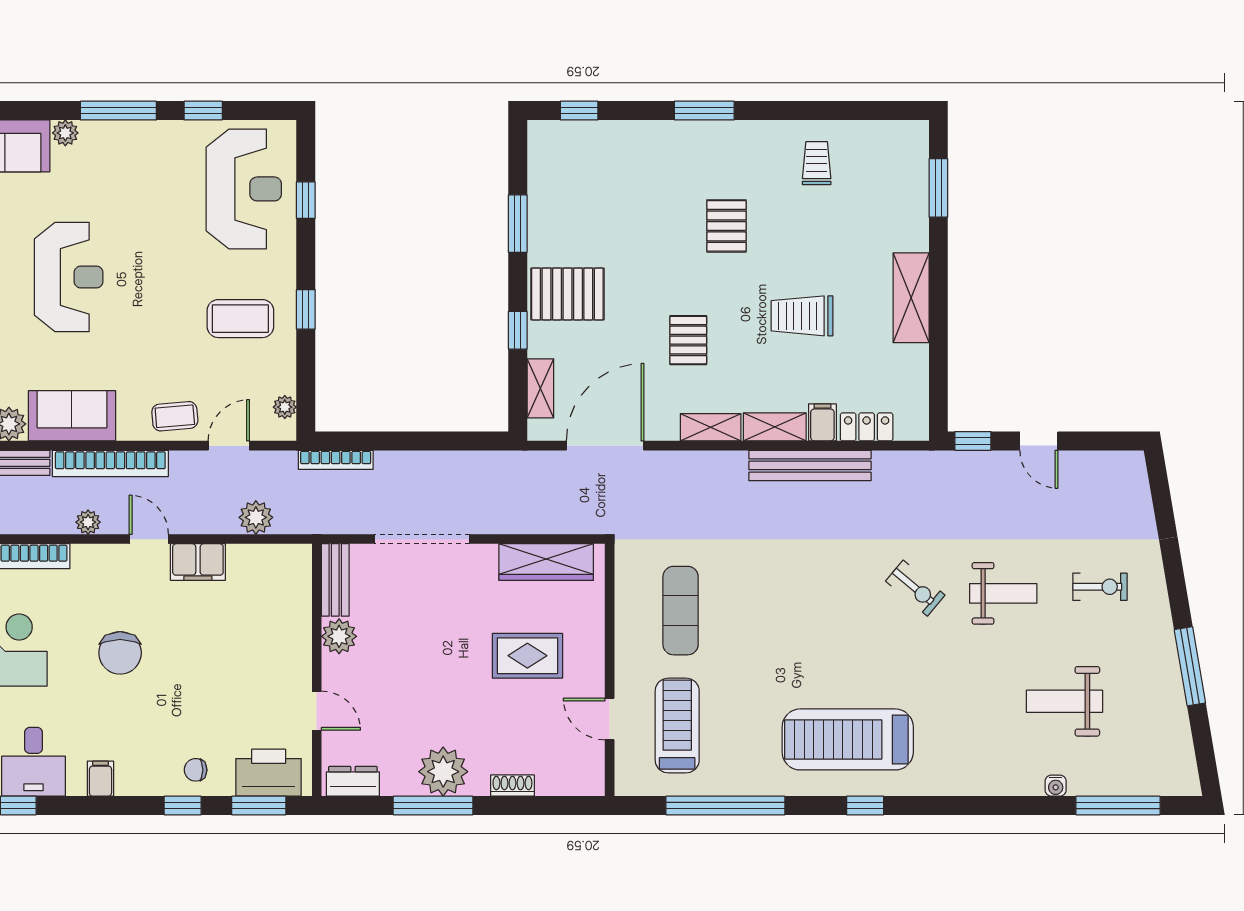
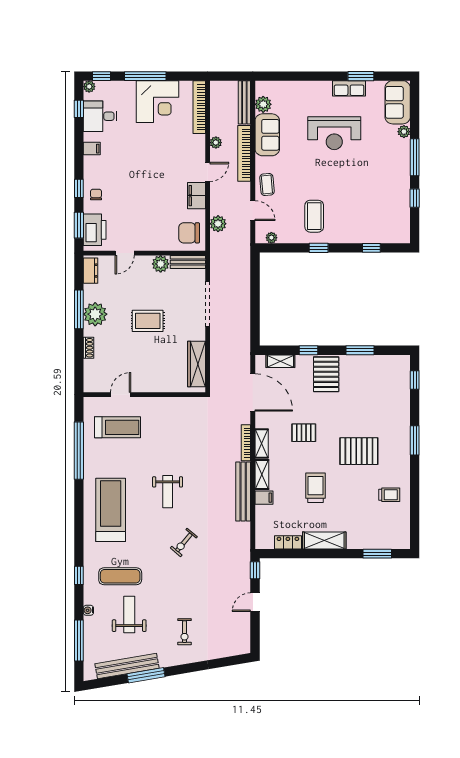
reception desk: (244, 189) -> (377, 218), removed
pallet: (726, 226) -> (359, 451), width x1.50, depth x1.42
locker: (867, 427) -> (288, 542), moved, turned -90
bookcase: (336, 460) -> (246, 443), moved
weight bench: (1003, 593) -> (168, 492), moved
exercise mat: (681, 611) -> (120, 576), moved
chair: (120, 653) -> (189, 233), moved
rug: (527, 656) -> (148, 321), moved, turned 90
bench: (1171, 706) -> (127, 666), added
window: (865, 806) -> (79, 575), moved

